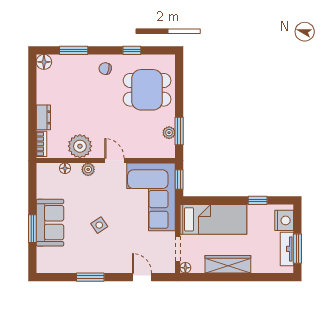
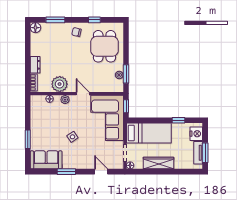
dining table: (147, 90) -> (104, 46), turned 90
sofa: (50, 223) -> (46, 160), moved, turned -90

